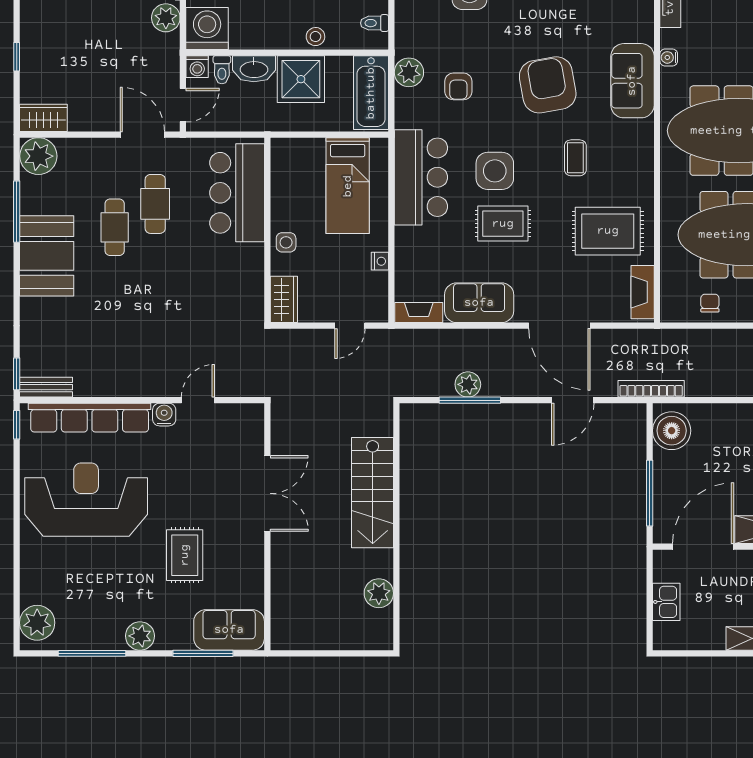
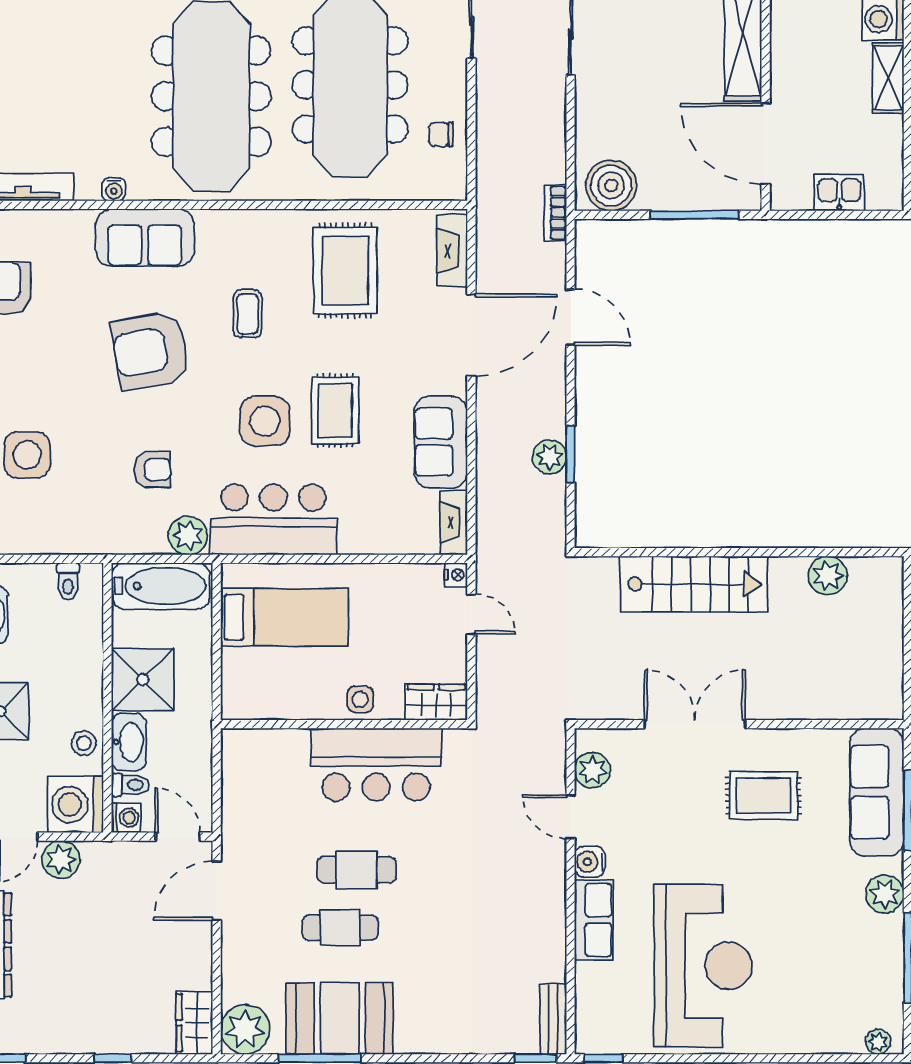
stool: (315, 37) -> (84, 743), moved
plant: (409, 72) -> (188, 535), moved
coffee table: (575, 158) -> (248, 314), turned 90
bar counter: (237, 193) -> (376, 765), moved
cafe table: (155, 204) -> (357, 870), moved
booth: (47, 256) -> (340, 1018), moved
nightstand: (380, 261) -> (456, 575), moved, turned 90
fireplace: (643, 292) -> (452, 251), moved, turned 90
bookcase: (651, 389) -> (555, 213), width x0.64
window: (470, 400) -> (571, 454), width x0.69
plant: (233, 417) -> (592, 770), added
row of seats: (90, 418) -> (594, 920), width x0.50
reception desk: (86, 500) -> (703, 966), turned 180
rug: (185, 555) -> (763, 795), moved
plant: (37, 623) -> (878, 1042), width x0.53, depth x0.53
sofa: (229, 630) -> (877, 792), width x1.36

